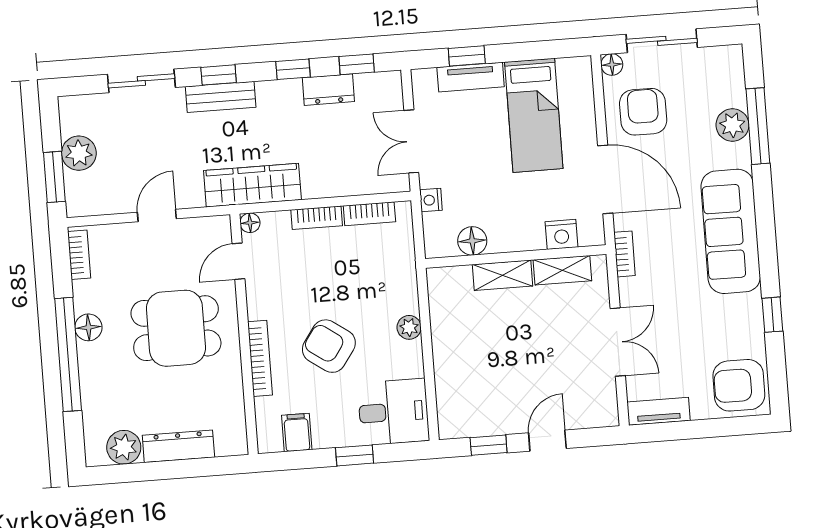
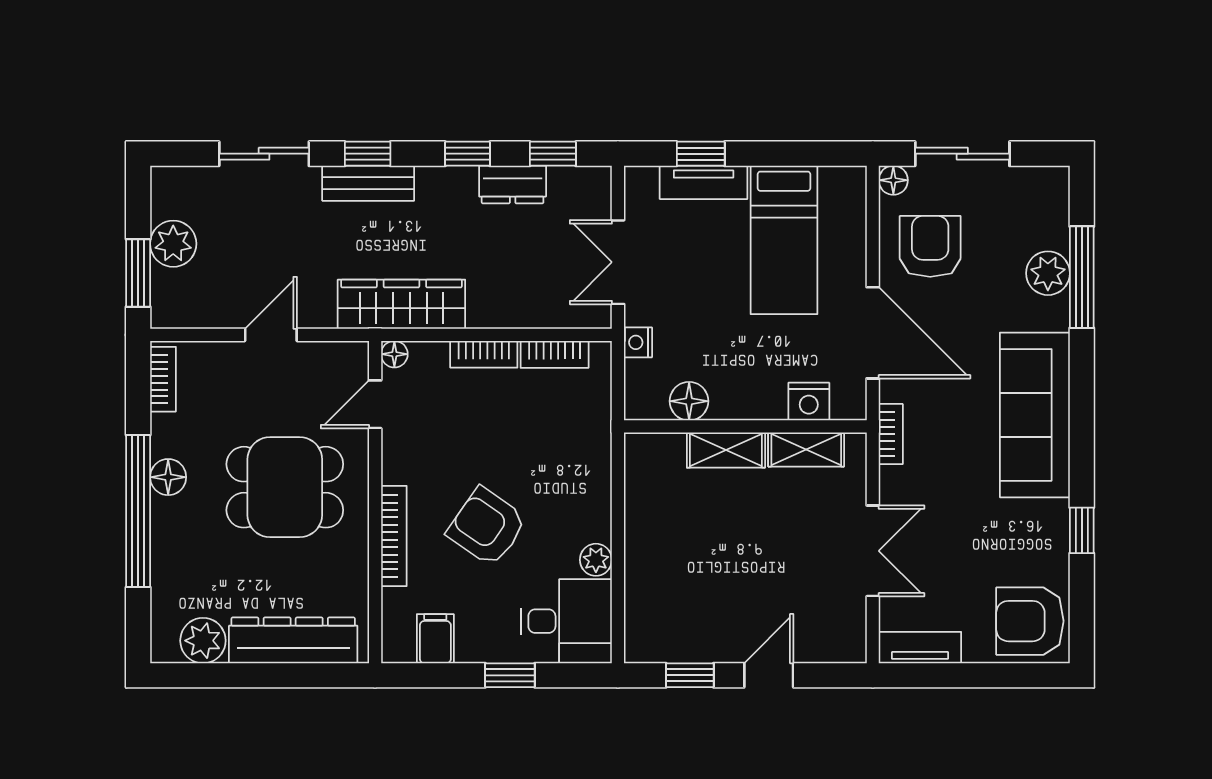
plant: (409, 327) -> (596, 560), moved
dresser: (178, 446) -> (293, 640), width x1.37, depth x1.24

